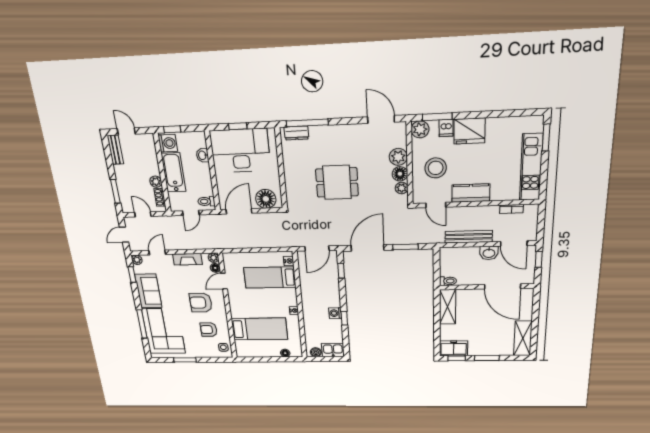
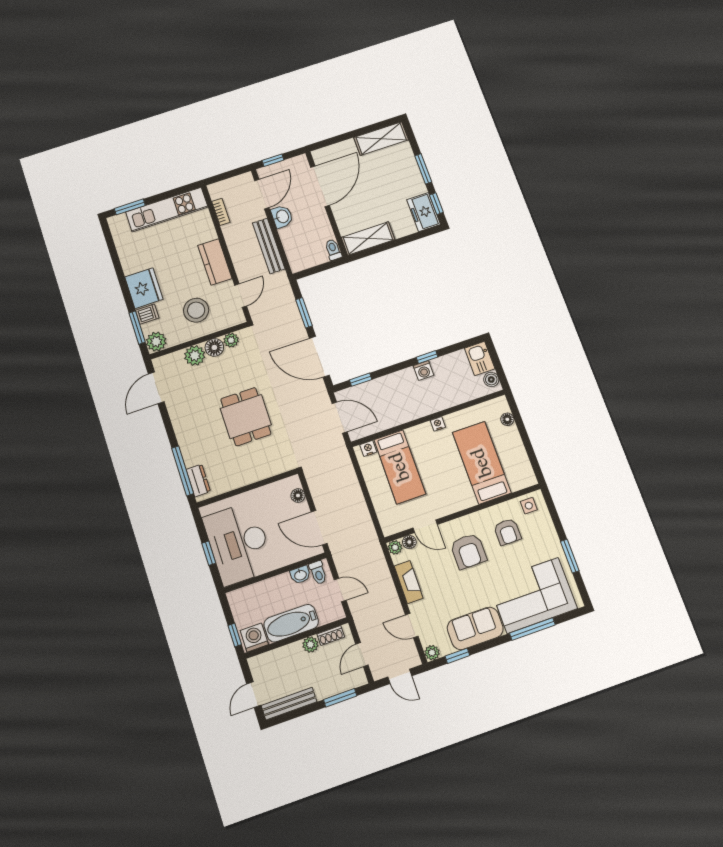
bench: (115, 150) -> (289, 704), width x1.36
washbasin: (203, 155) -> (300, 575), moved
floor lamp: (266, 199) -> (298, 496), width x0.53, depth x0.53

